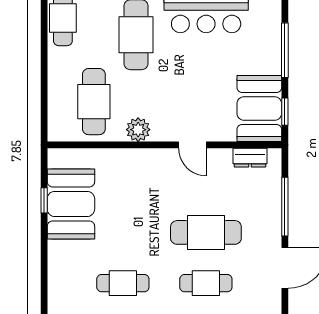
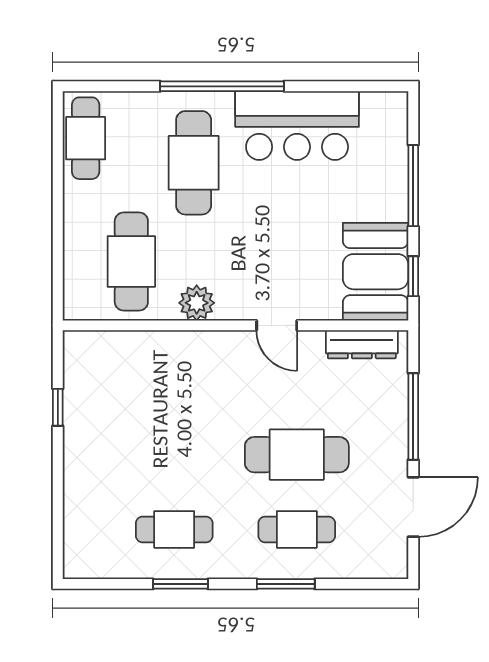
dresser: (250, 158) -> (362, 344), width x1.44
booth: (71, 204) -> (98, 413), removed

